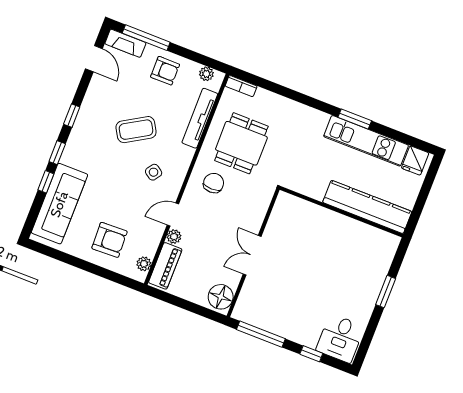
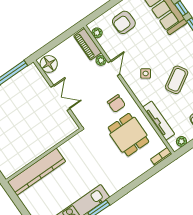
kitchen counter: (367, 207) -> (37, 172), moved
wall: (341, 212) -> (44, 155), moved

